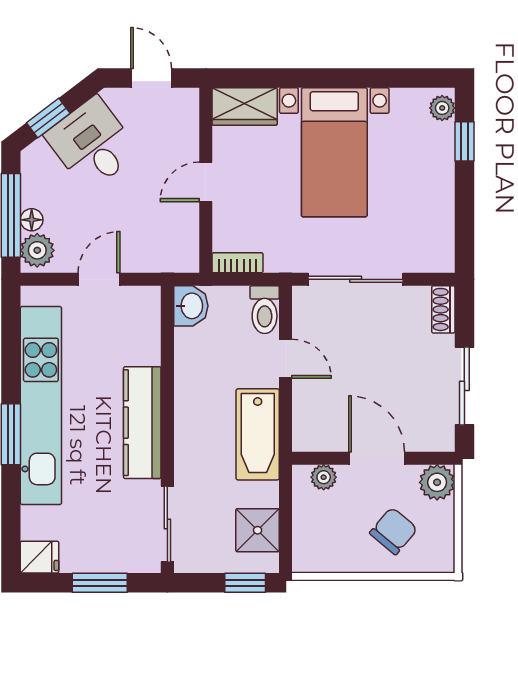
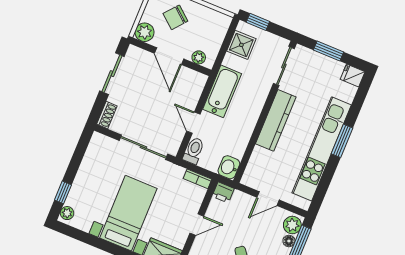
printer: (182, 258) -> (223, 192), added

